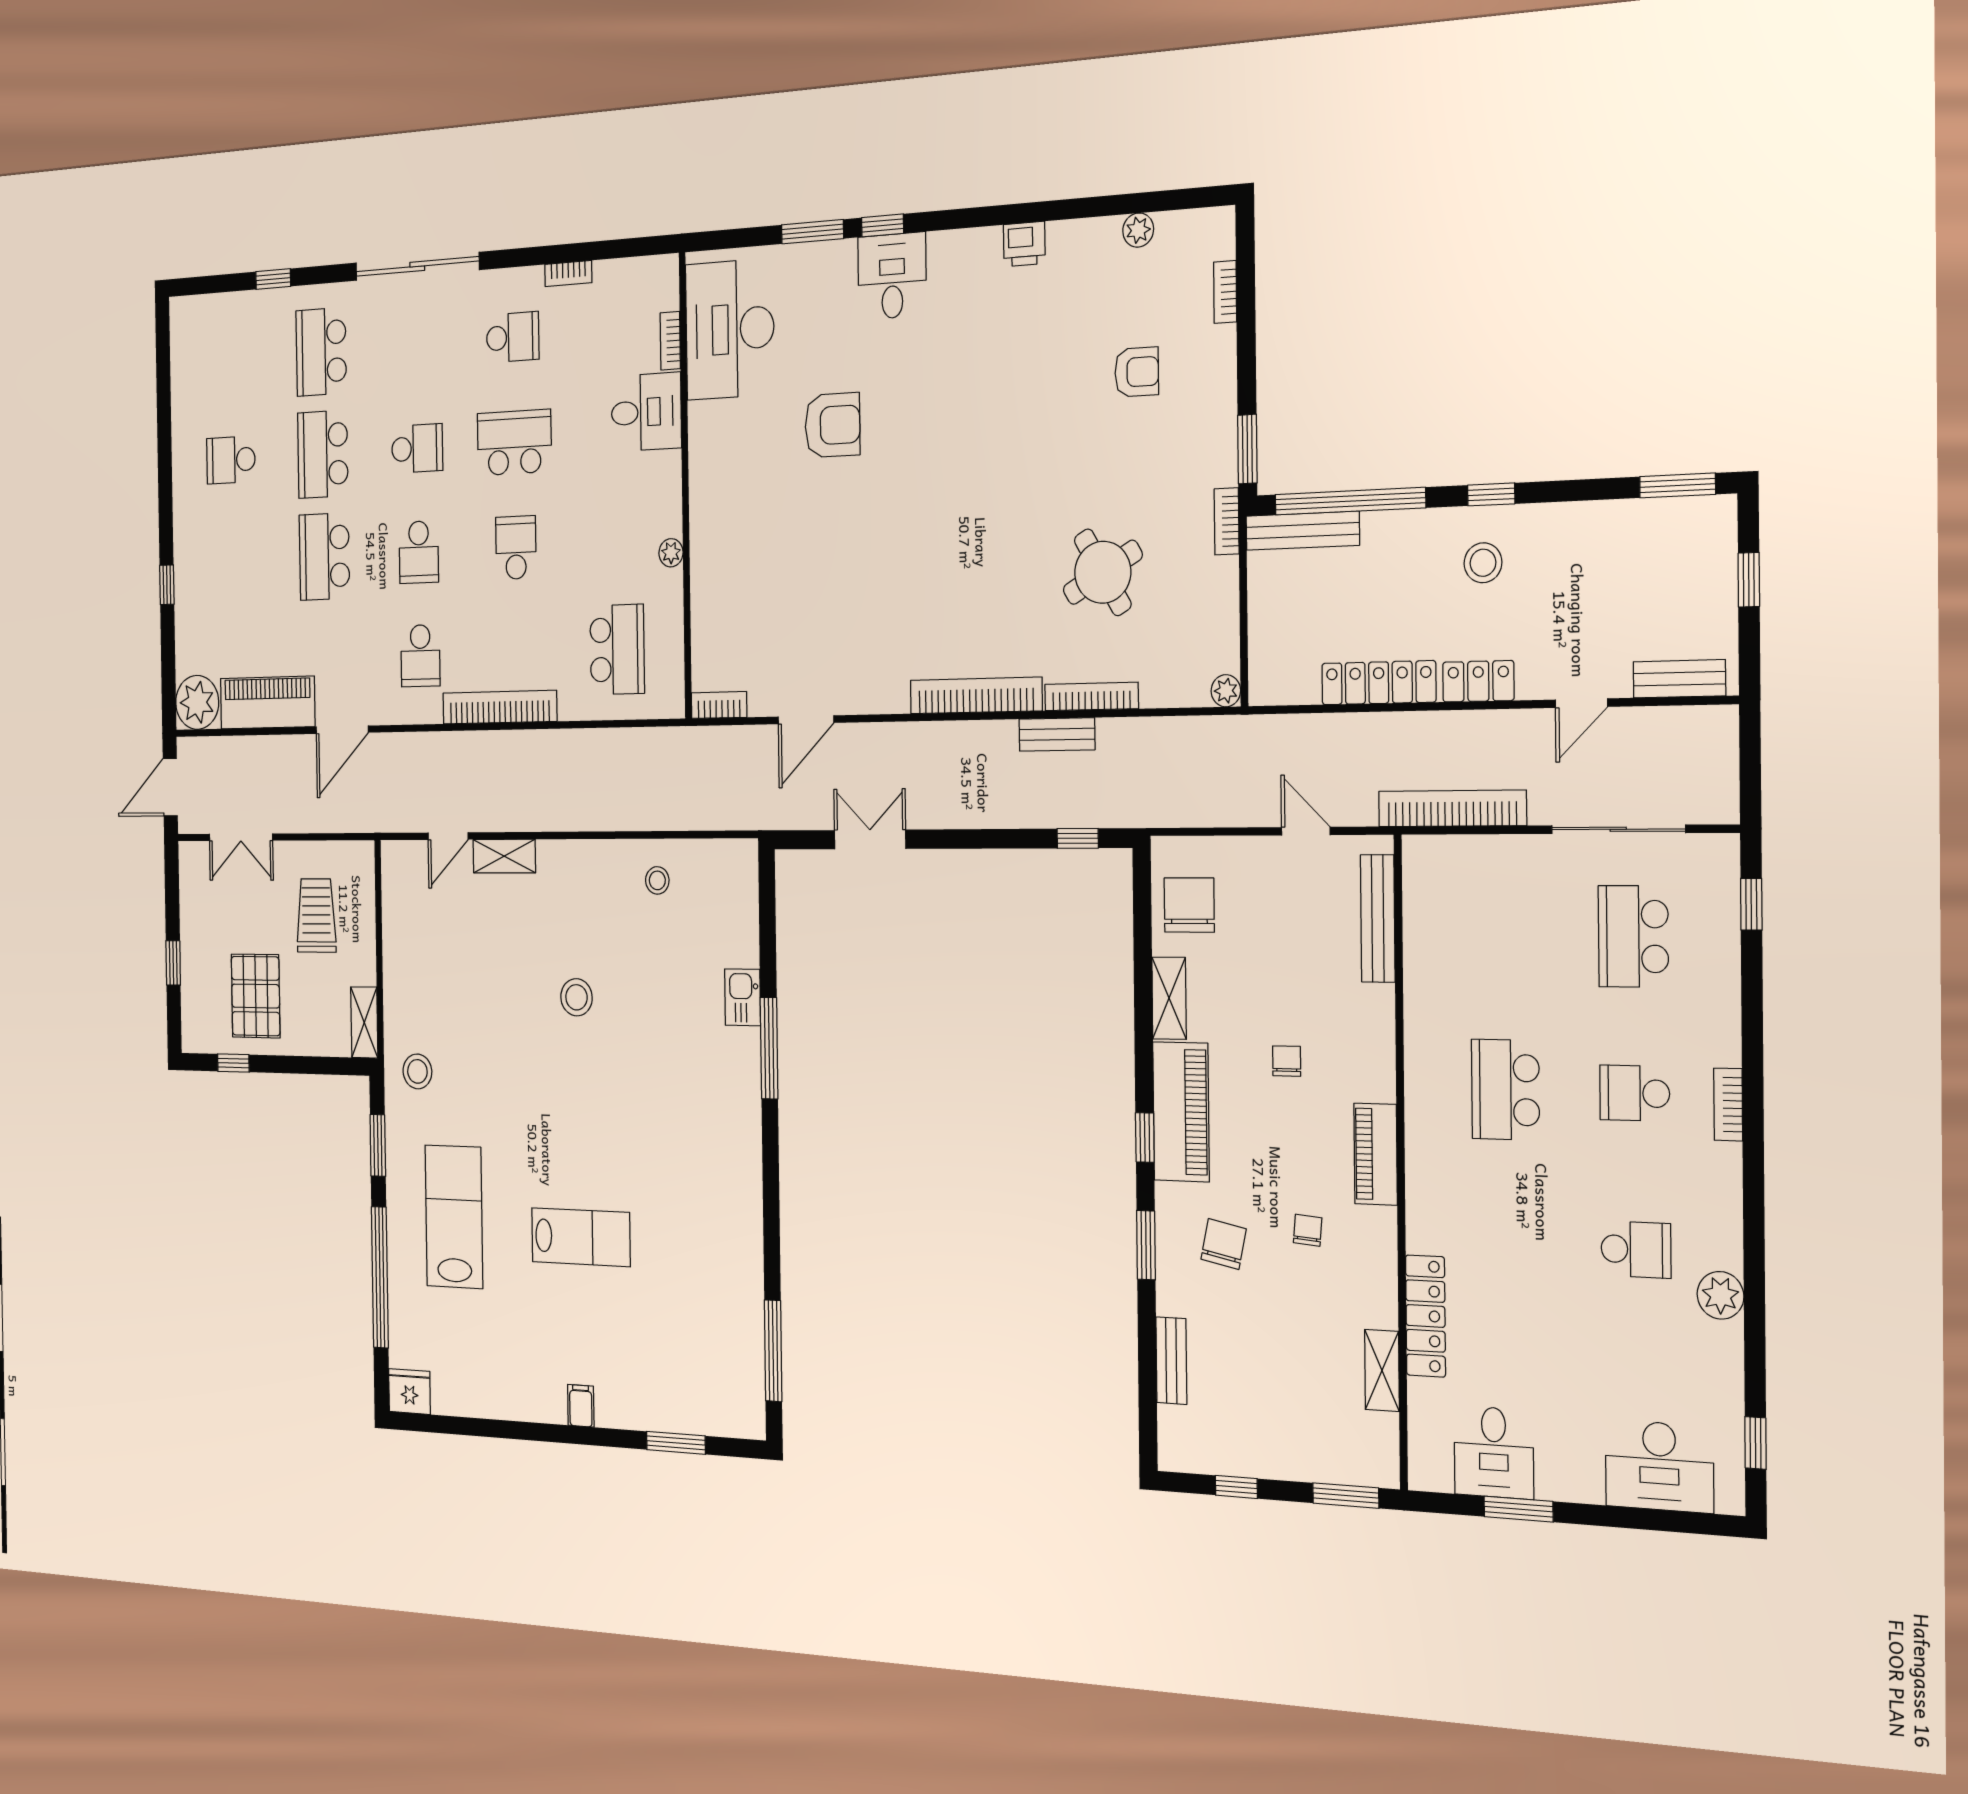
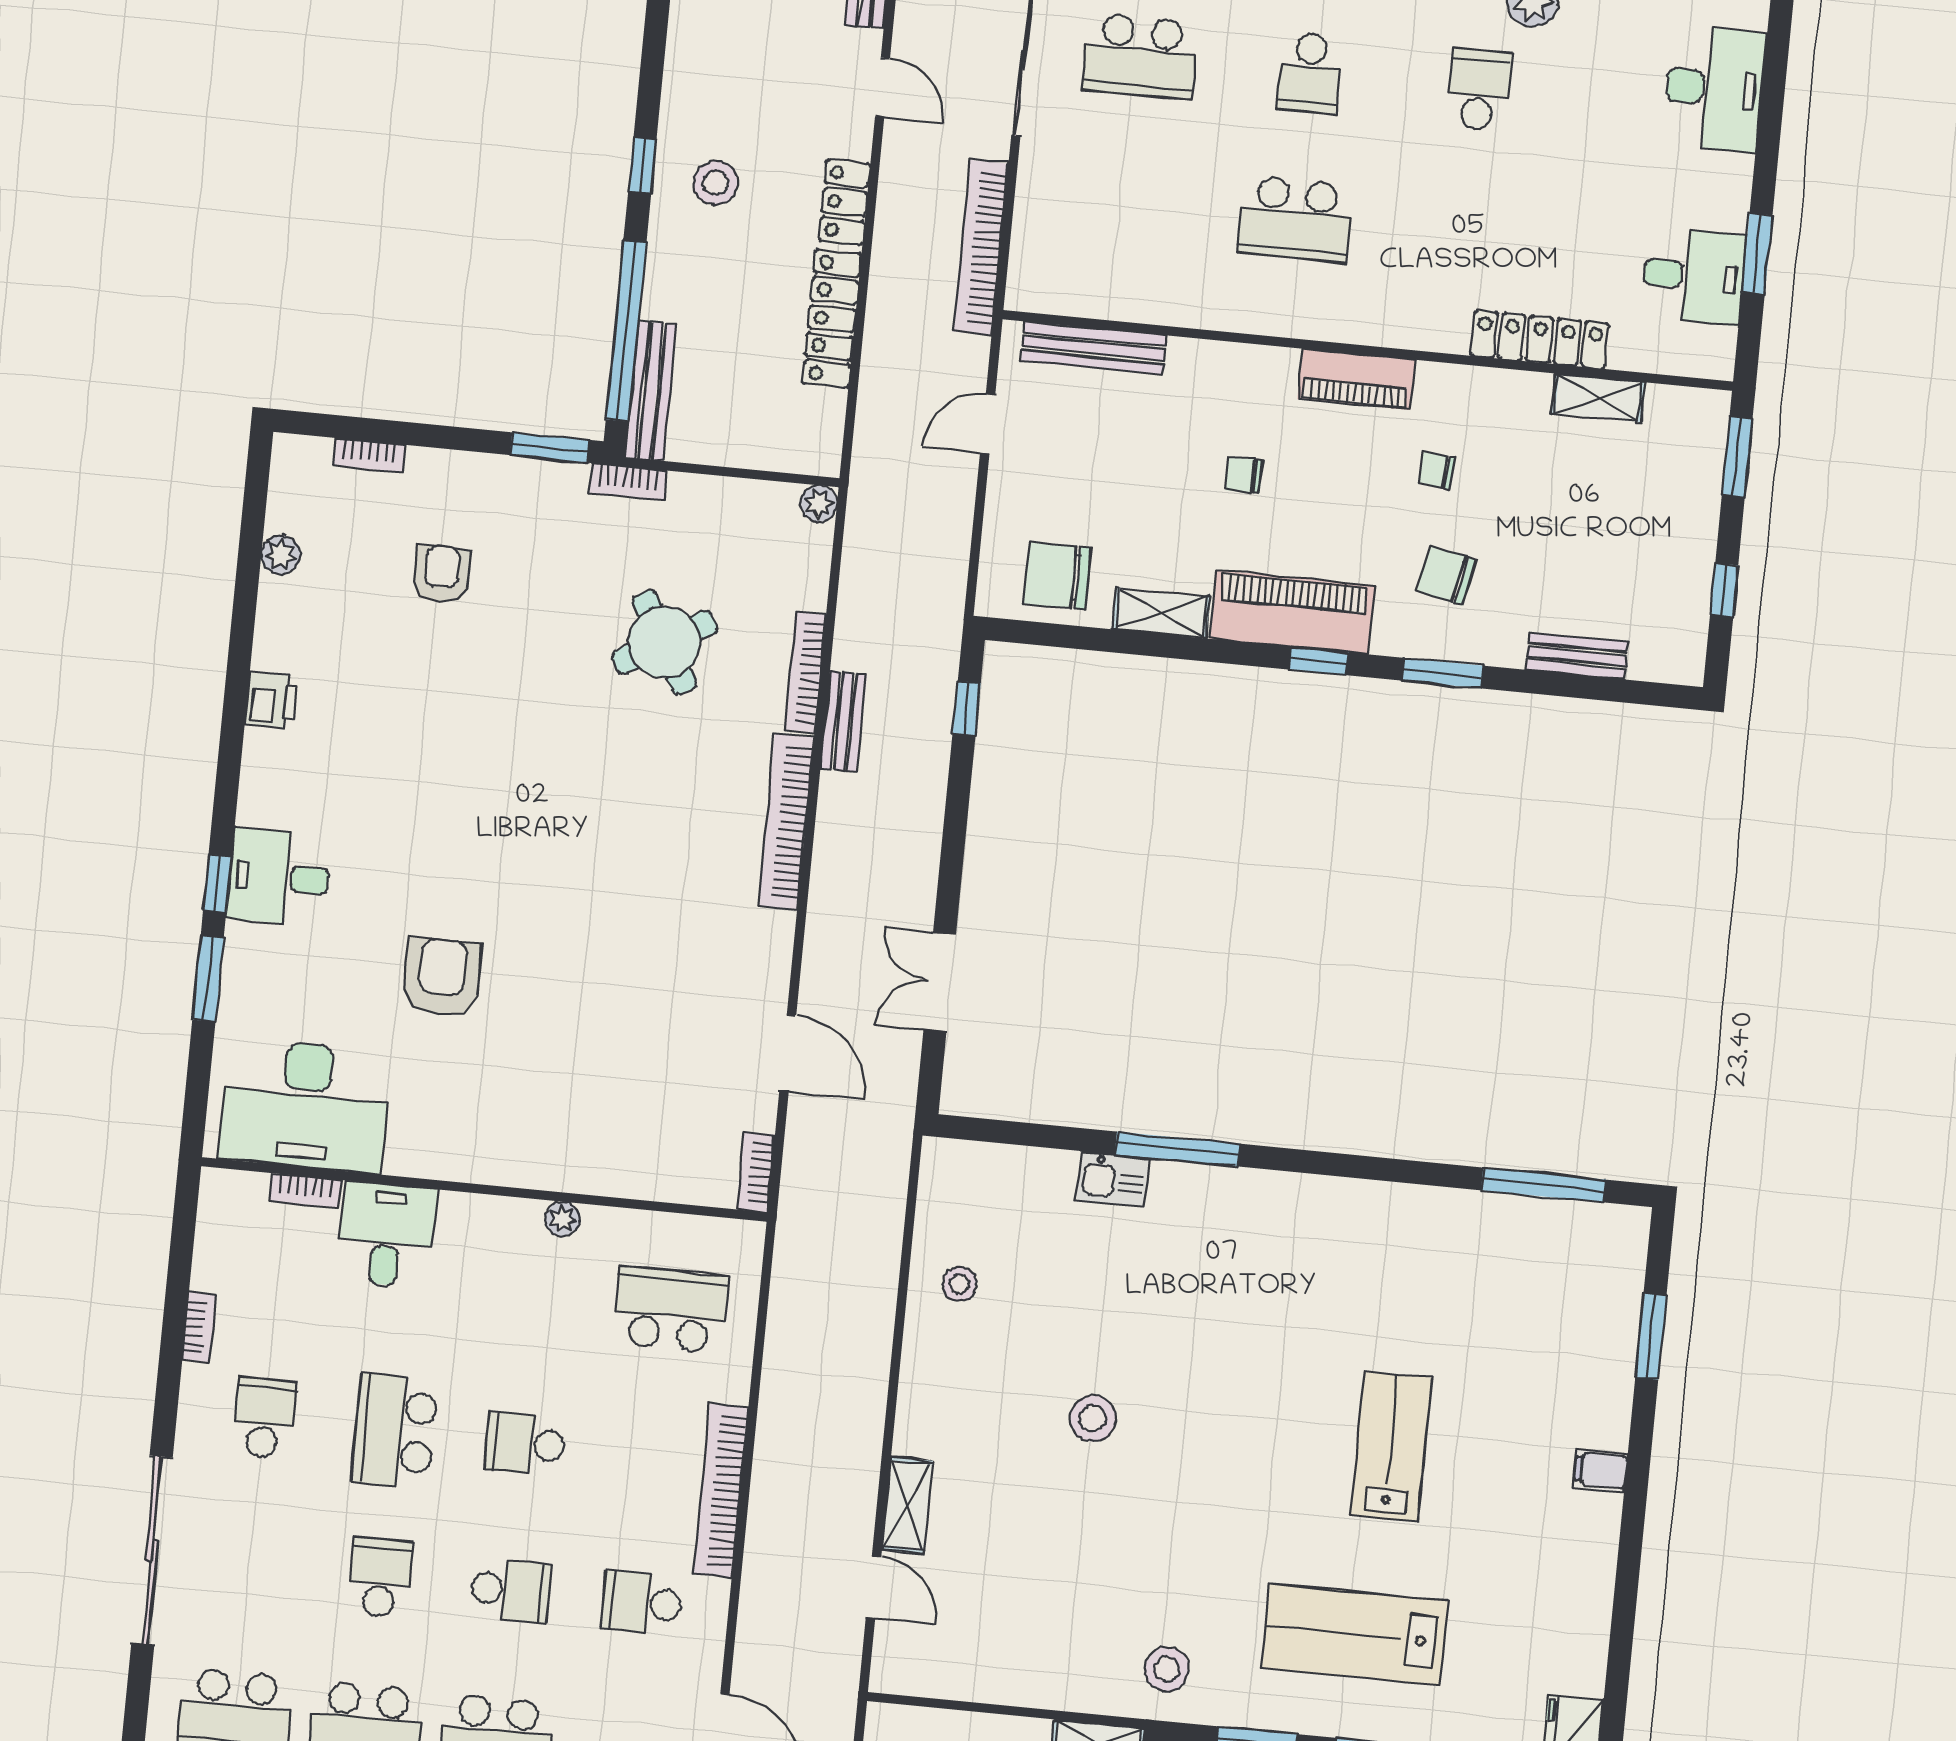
school desk: (420, 656) -> (642, 1603), turned 180

